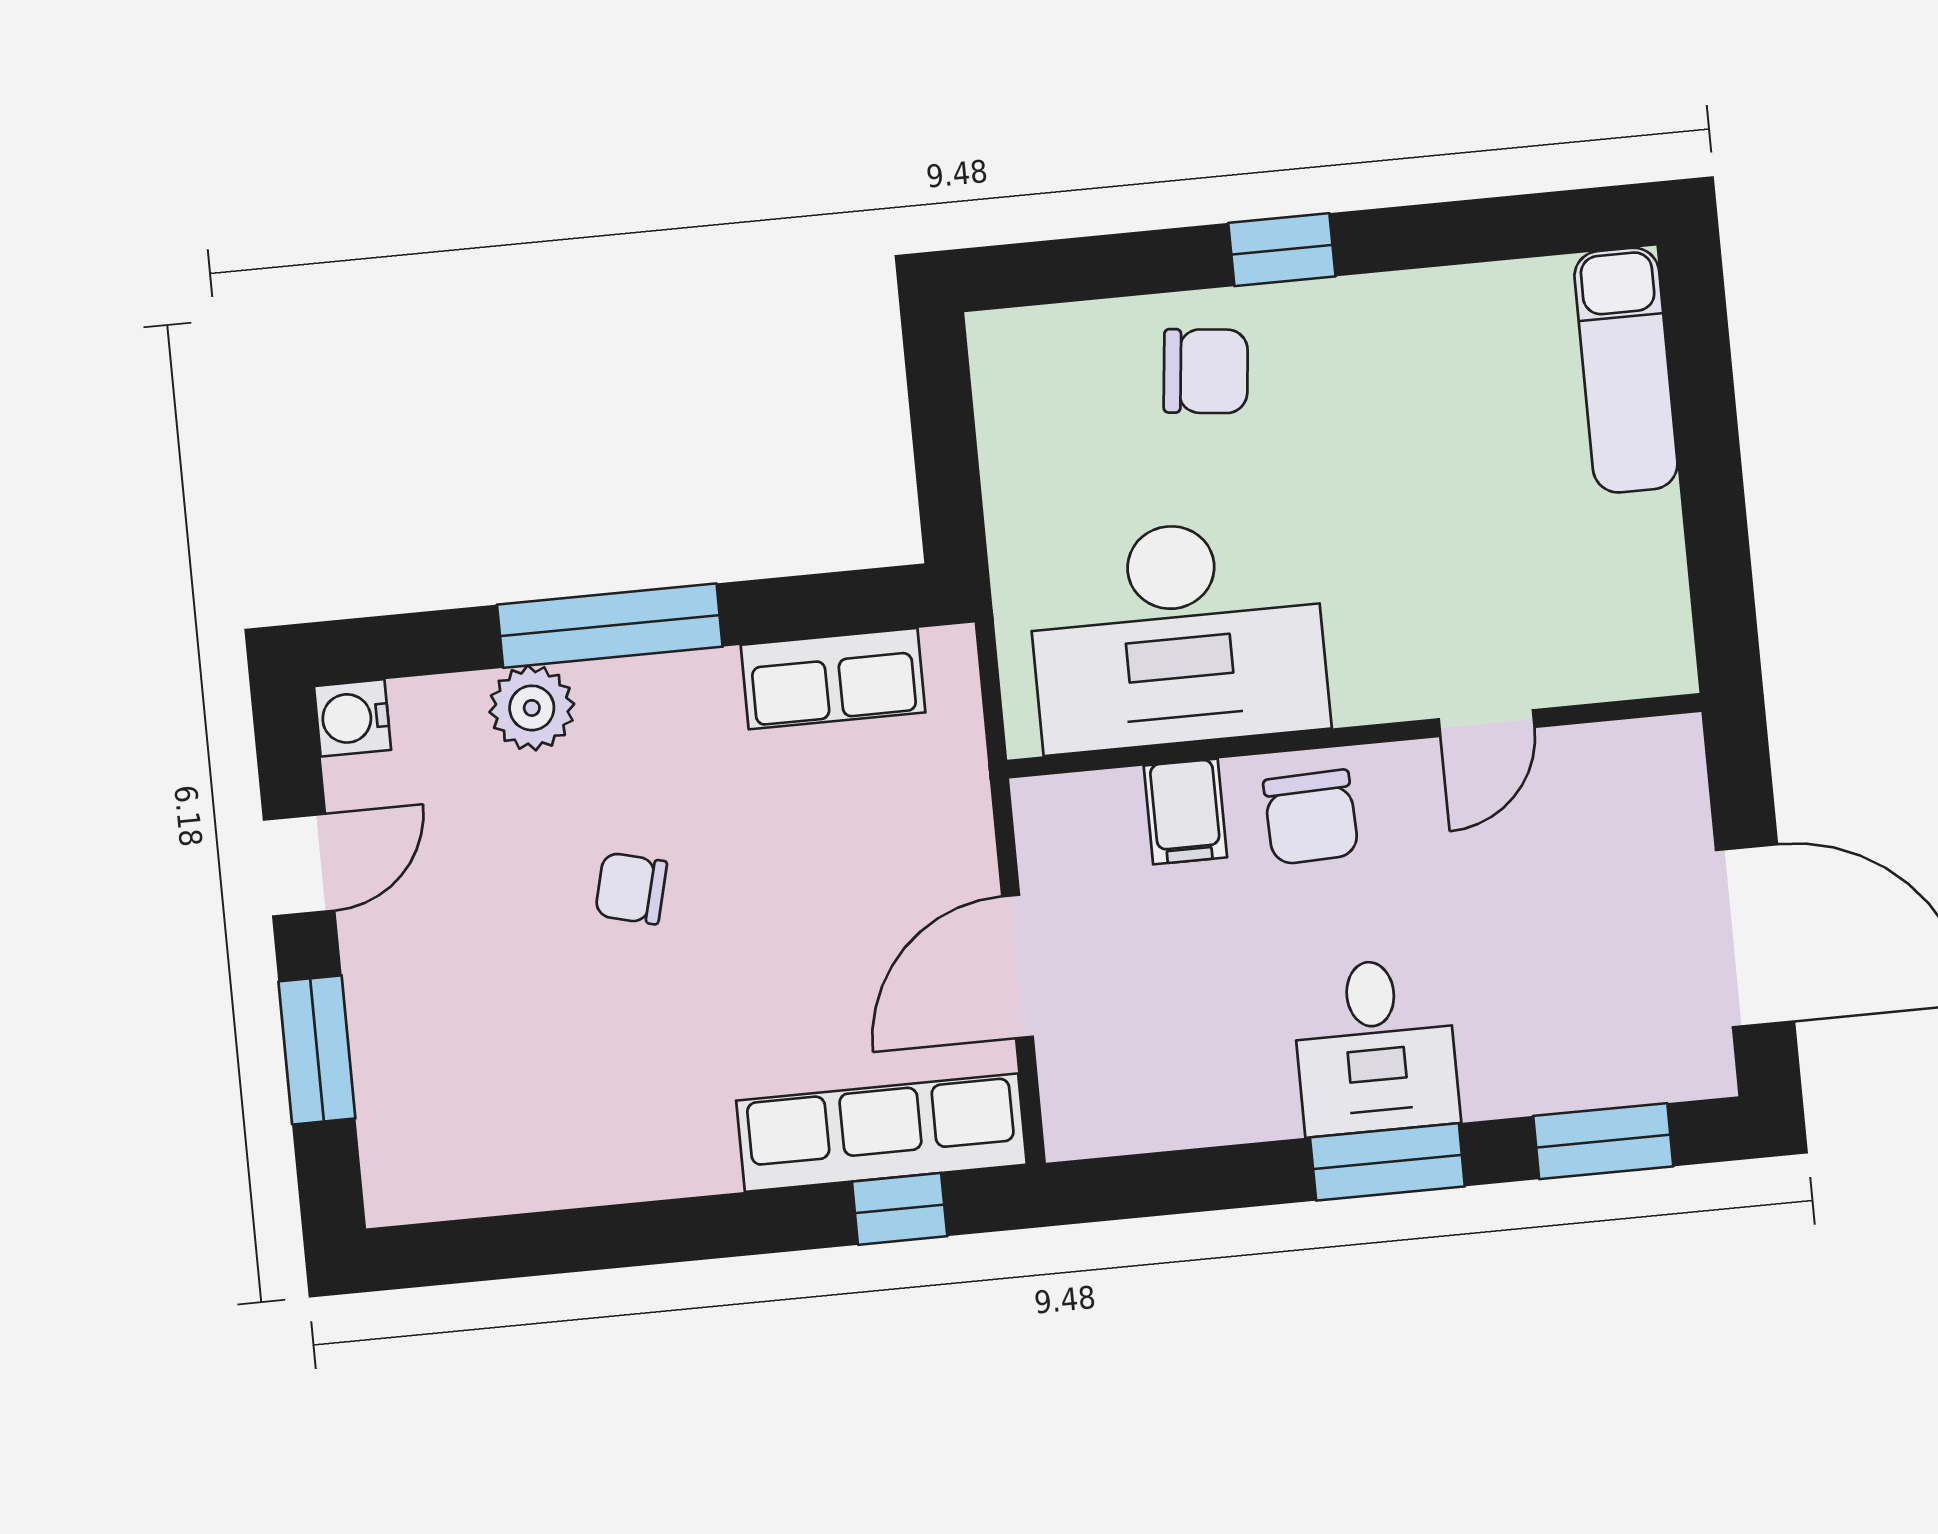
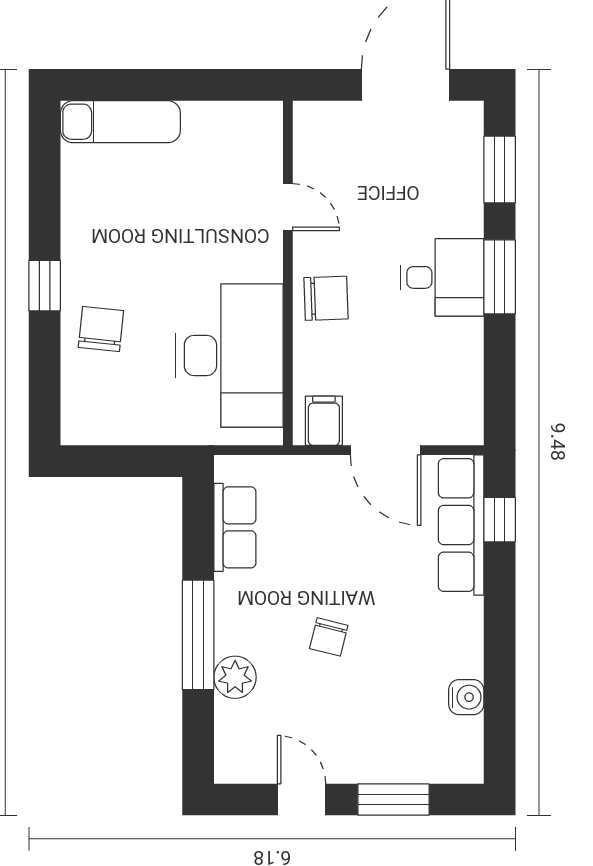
water cooler: (352, 718) -> (466, 697), moved, turned -90
filing cabinet: (1185, 812) -> (324, 421), moved, turned -90

